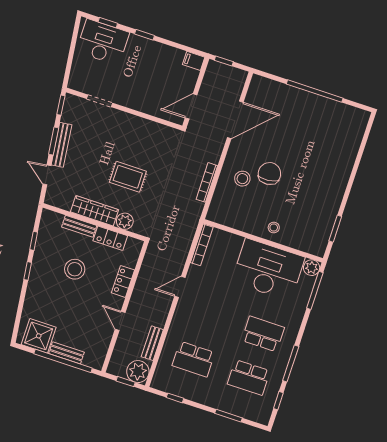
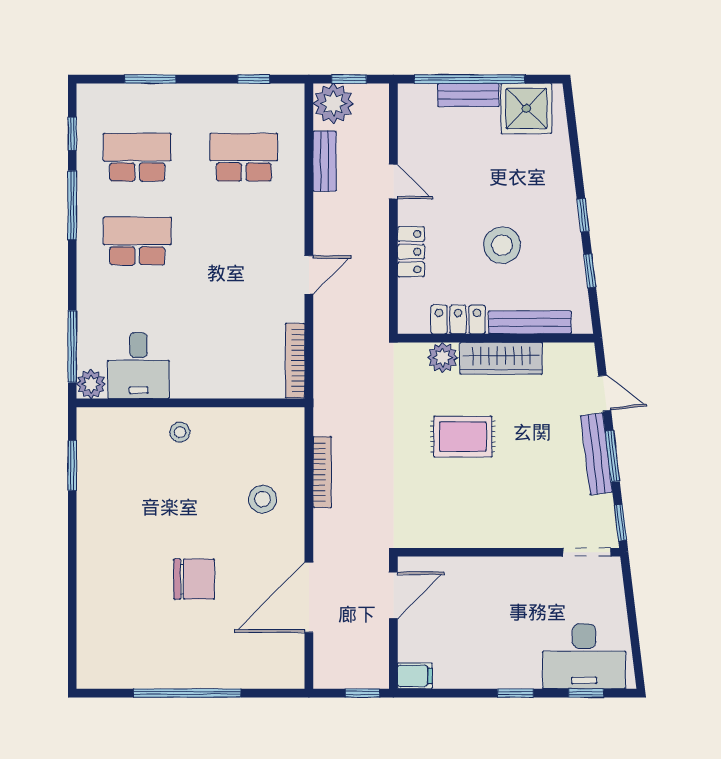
doorway: (100, 101) -> (587, 552), moved
chair: (269, 174) -> (194, 579), moved, turned -84
bench: (79, 226) -> (530, 322), width x1.36
desk: (268, 270) -> (139, 366), width x0.53, depth x0.77
school desk: (263, 334) -> (137, 241), turned 180

